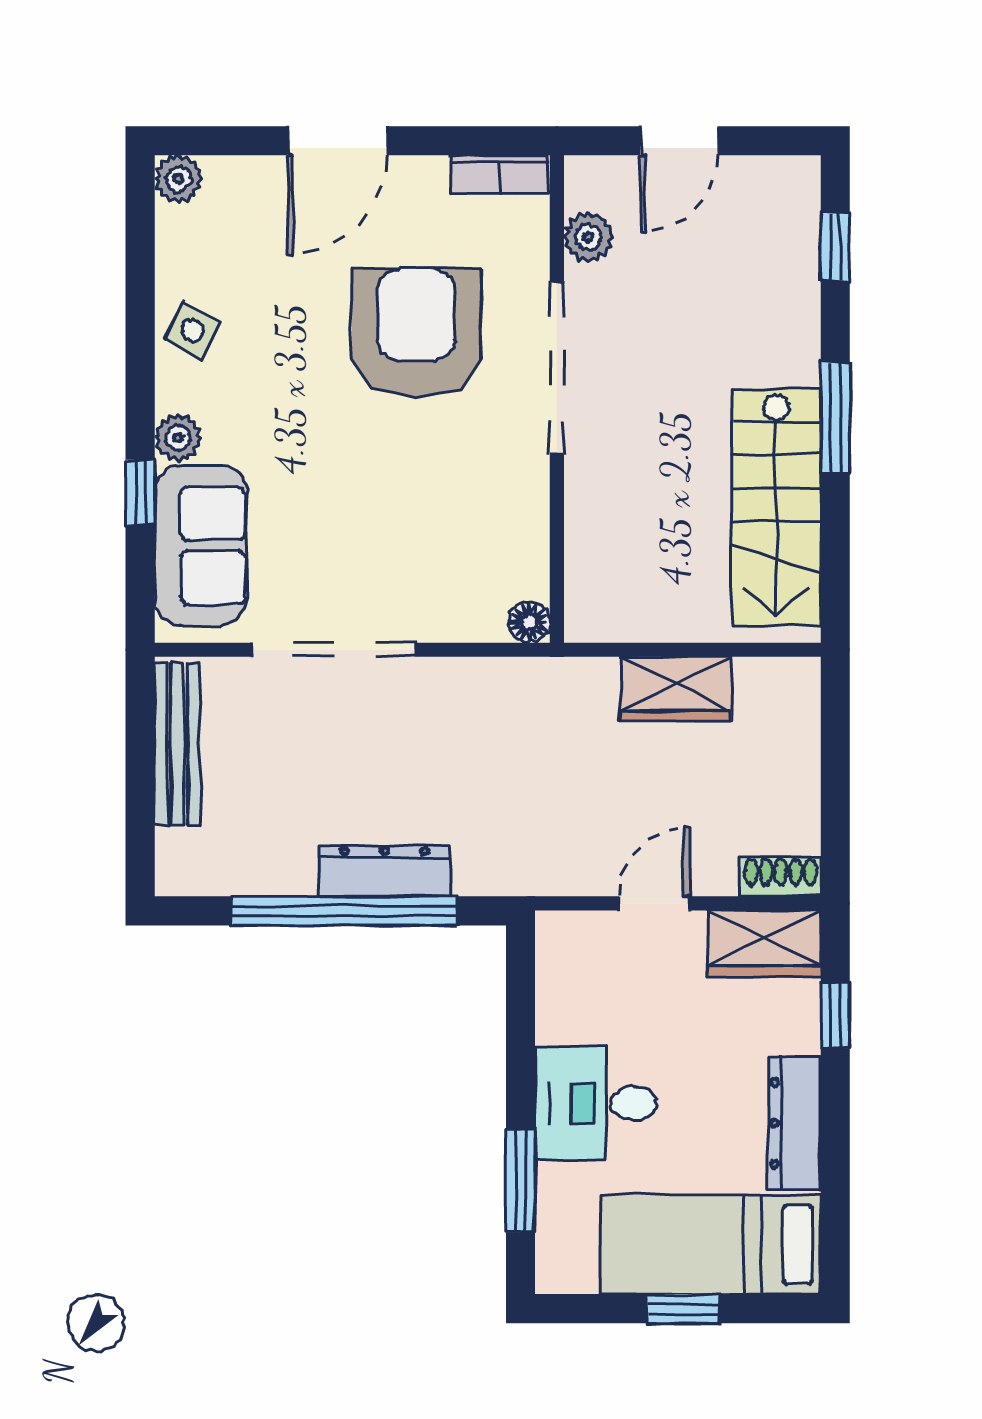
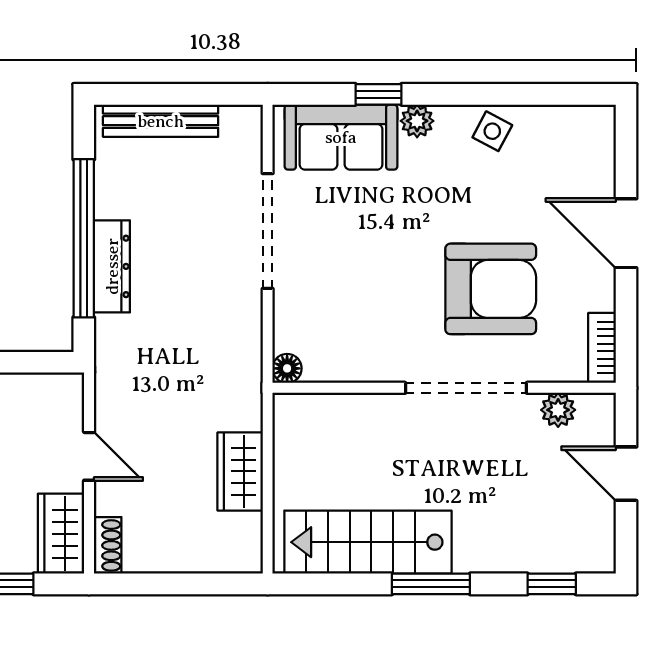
plant: (178, 179) -> (599, 121), removed
bench: (177, 744) -> (161, 121), moved

